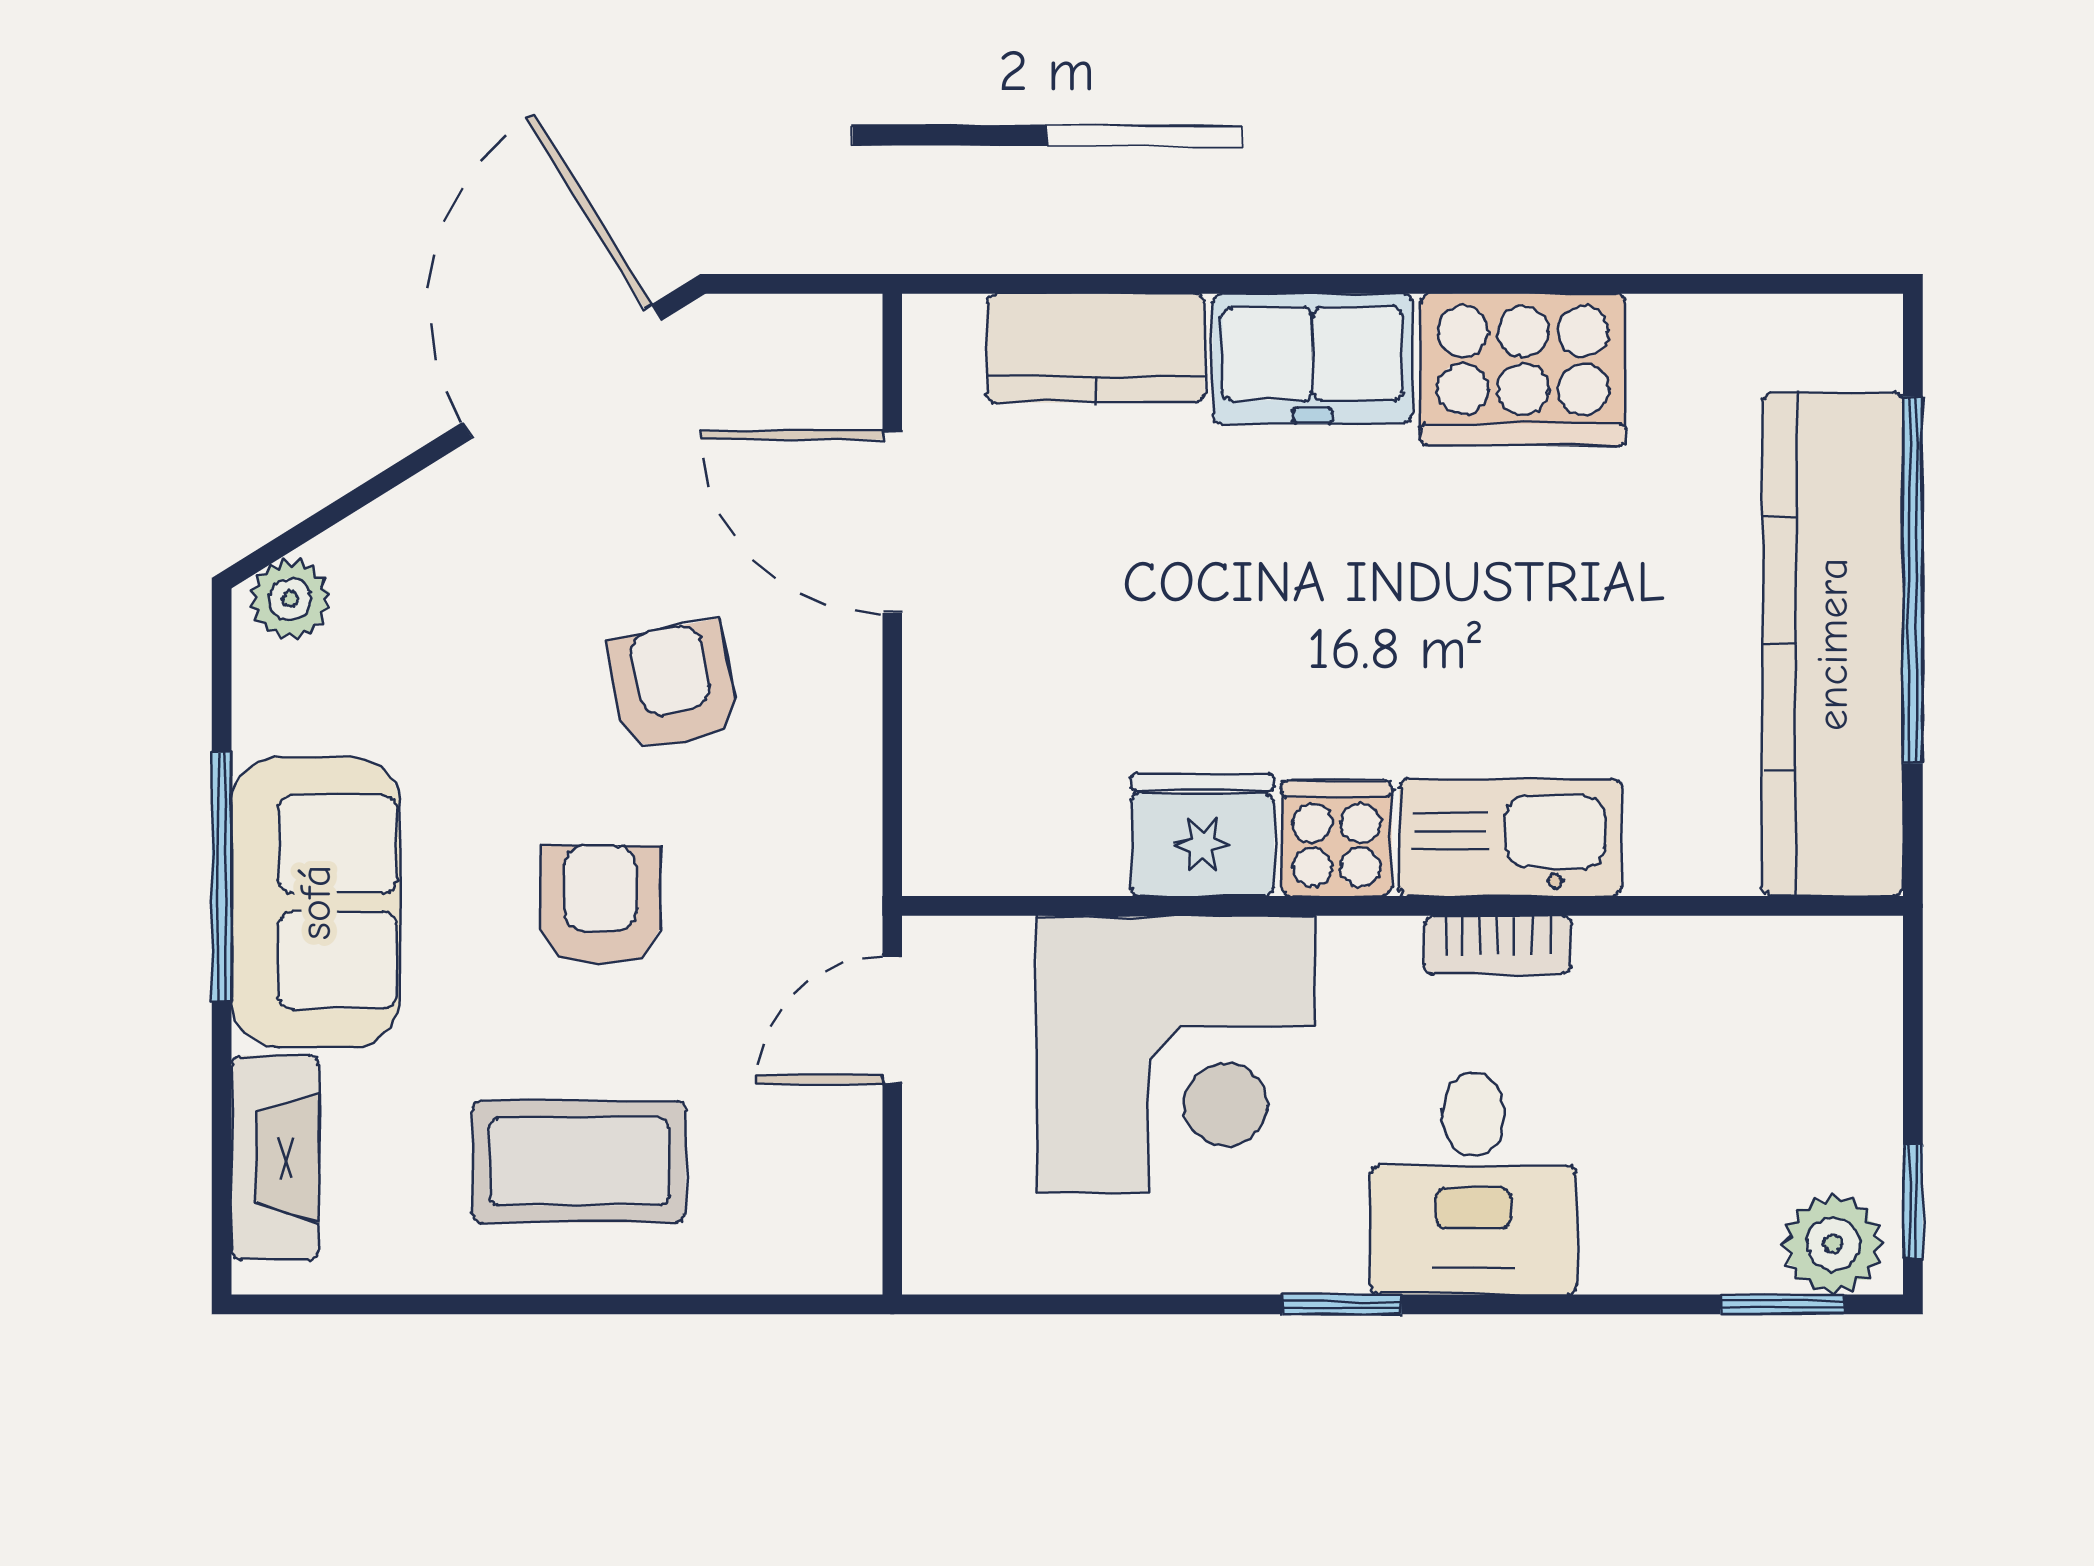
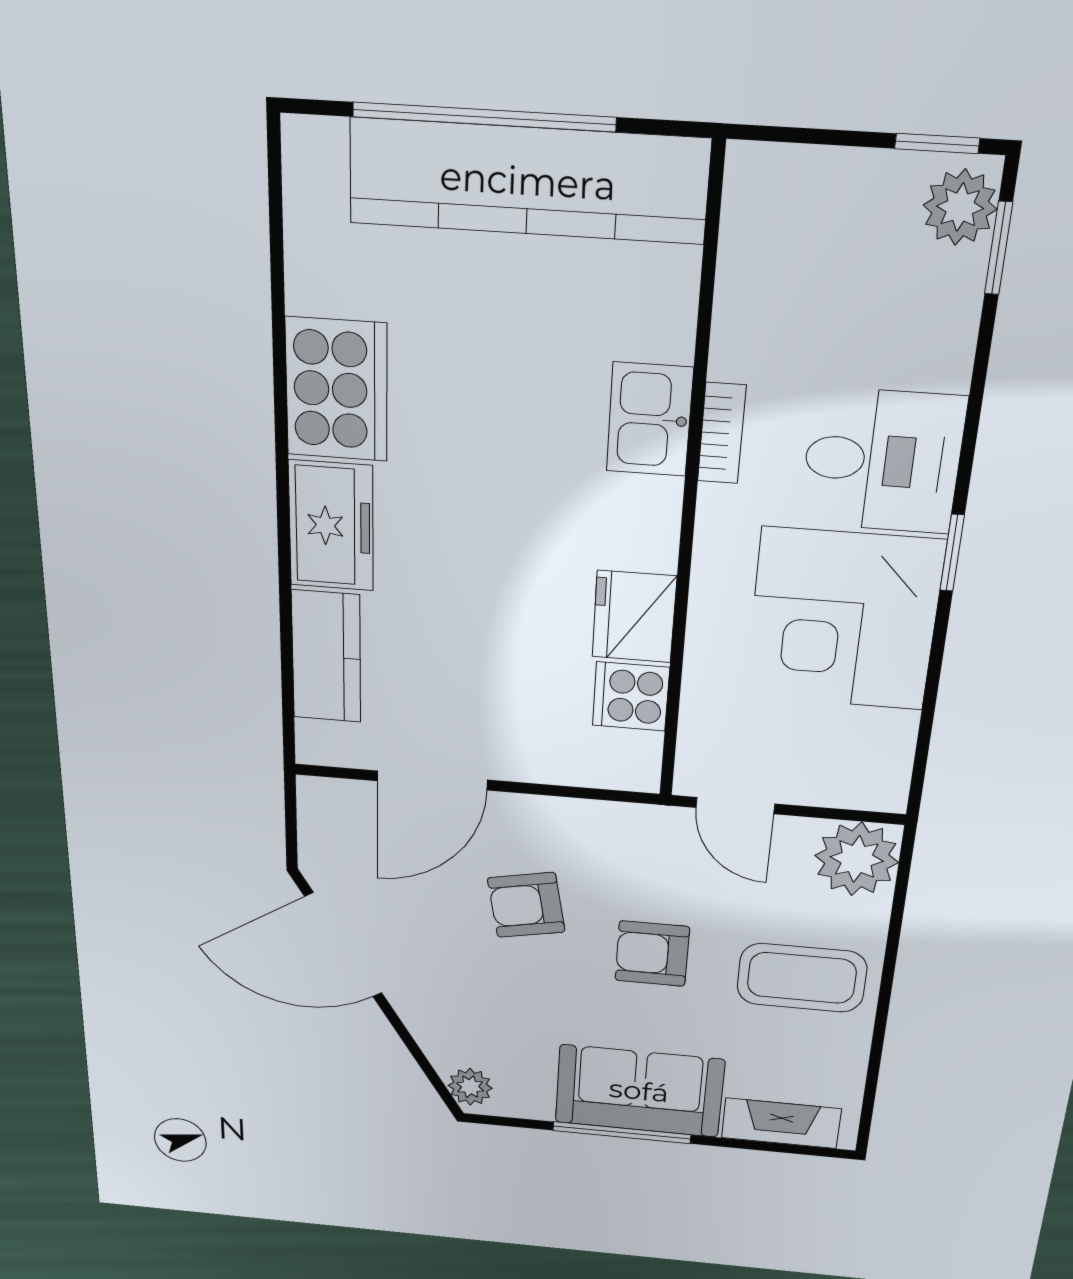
kitchen sink: (1511, 837) -> (650, 420), width x0.73
cooker: (1337, 838) -> (631, 696), moved
corner desk: (1176, 1054) -> (843, 619), moved, turned 180
coffee table: (579, 1162) -> (802, 978), turned 90
plant: (814, 1226) -> (857, 859), added

